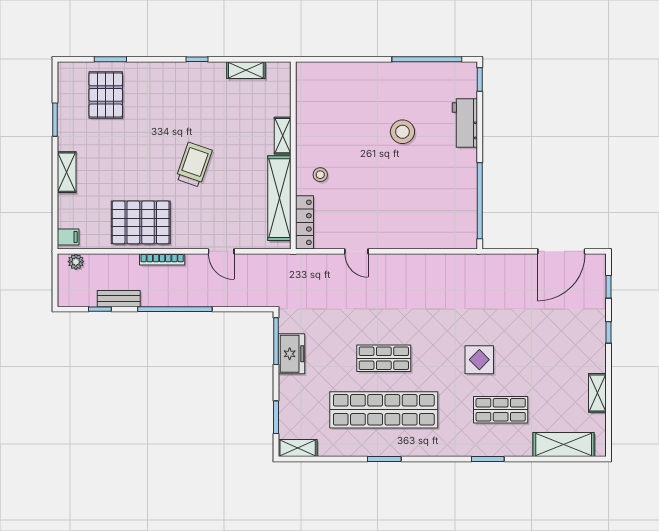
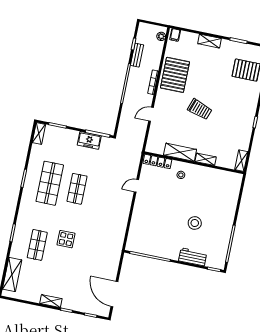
shelving: (246, 70) -> (241, 161), moved
shelving: (279, 198) -> (180, 152), width x0.68
shelving: (597, 393) -> (51, 301), moved
shop shelf: (384, 410) -> (50, 183), width x0.71

